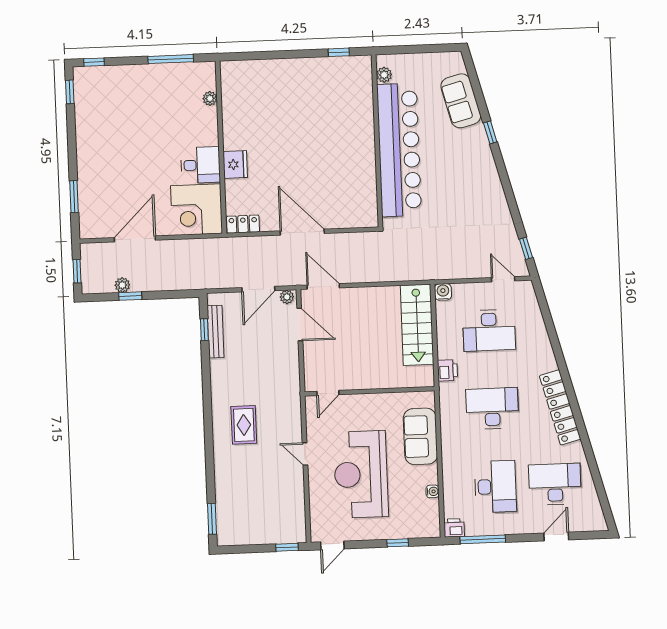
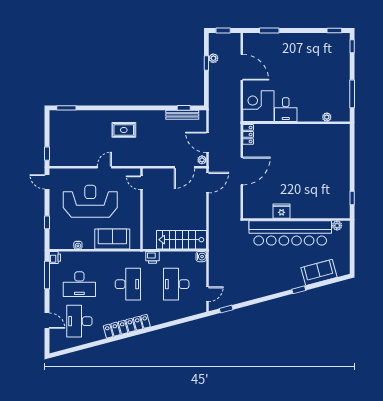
fridge: (235, 164) -> (282, 211), moved, turned 180
desk: (555, 484) -> (79, 321), turned 180

